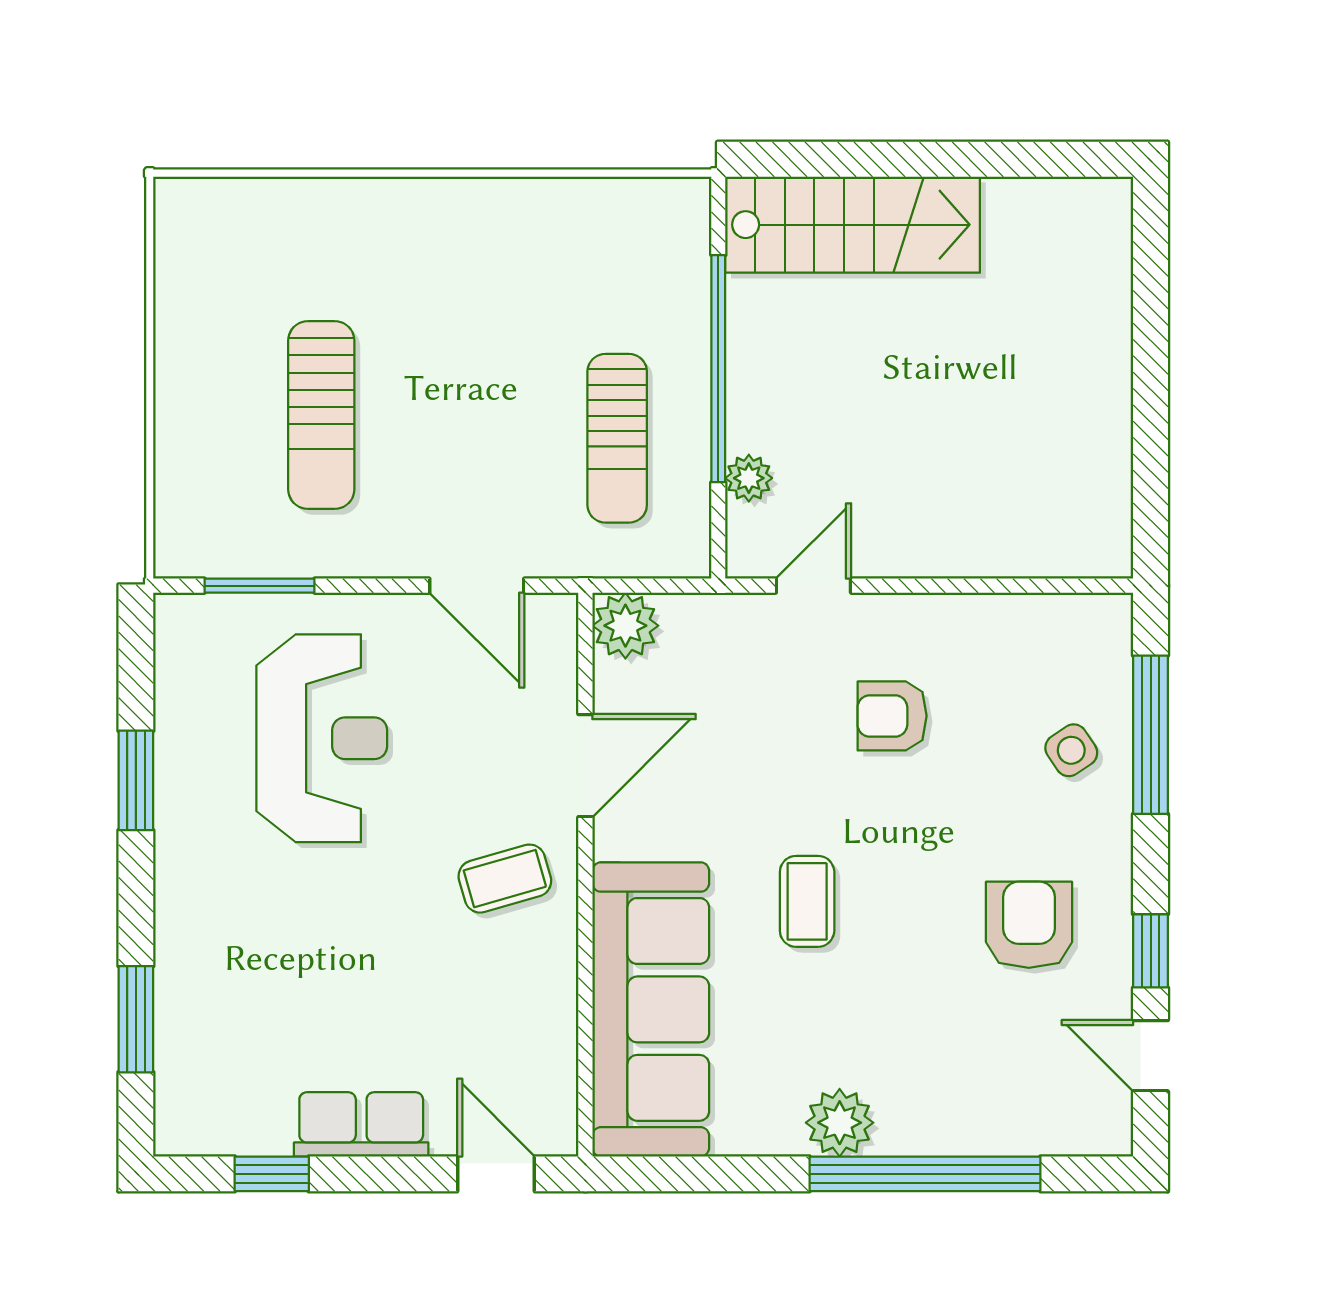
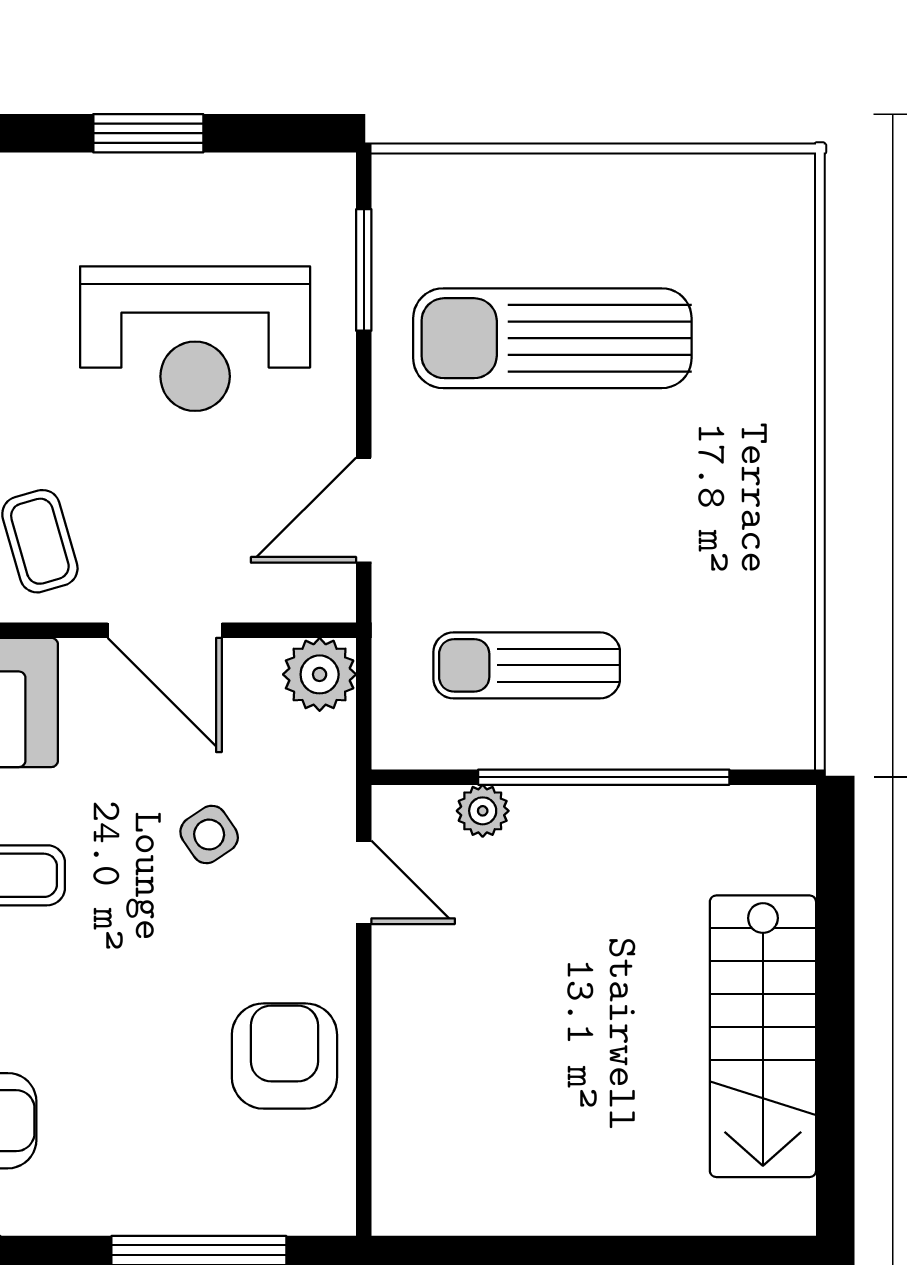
stairs: (853, 225) -> (763, 1036), moved
sun lounger: (321, 415) -> (552, 338), width x1.36, depth x1.34
armchair: (892, 716) -> (284, 1056), moved, width x1.38, depth x1.38
side table: (1071, 750) -> (209, 835), moved

